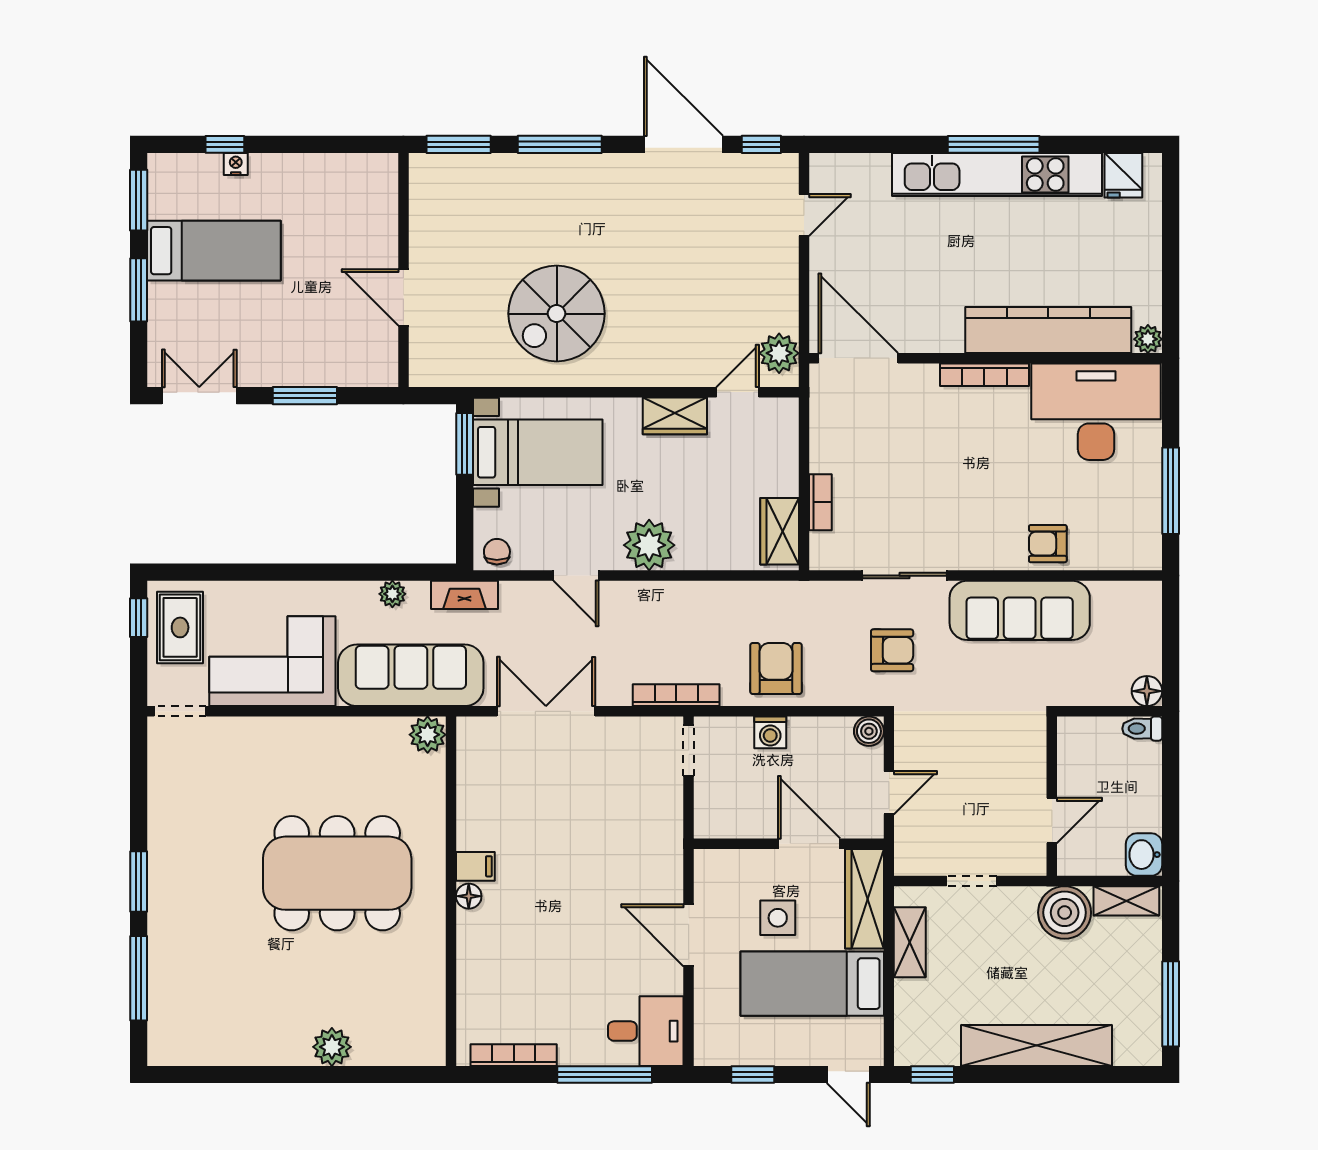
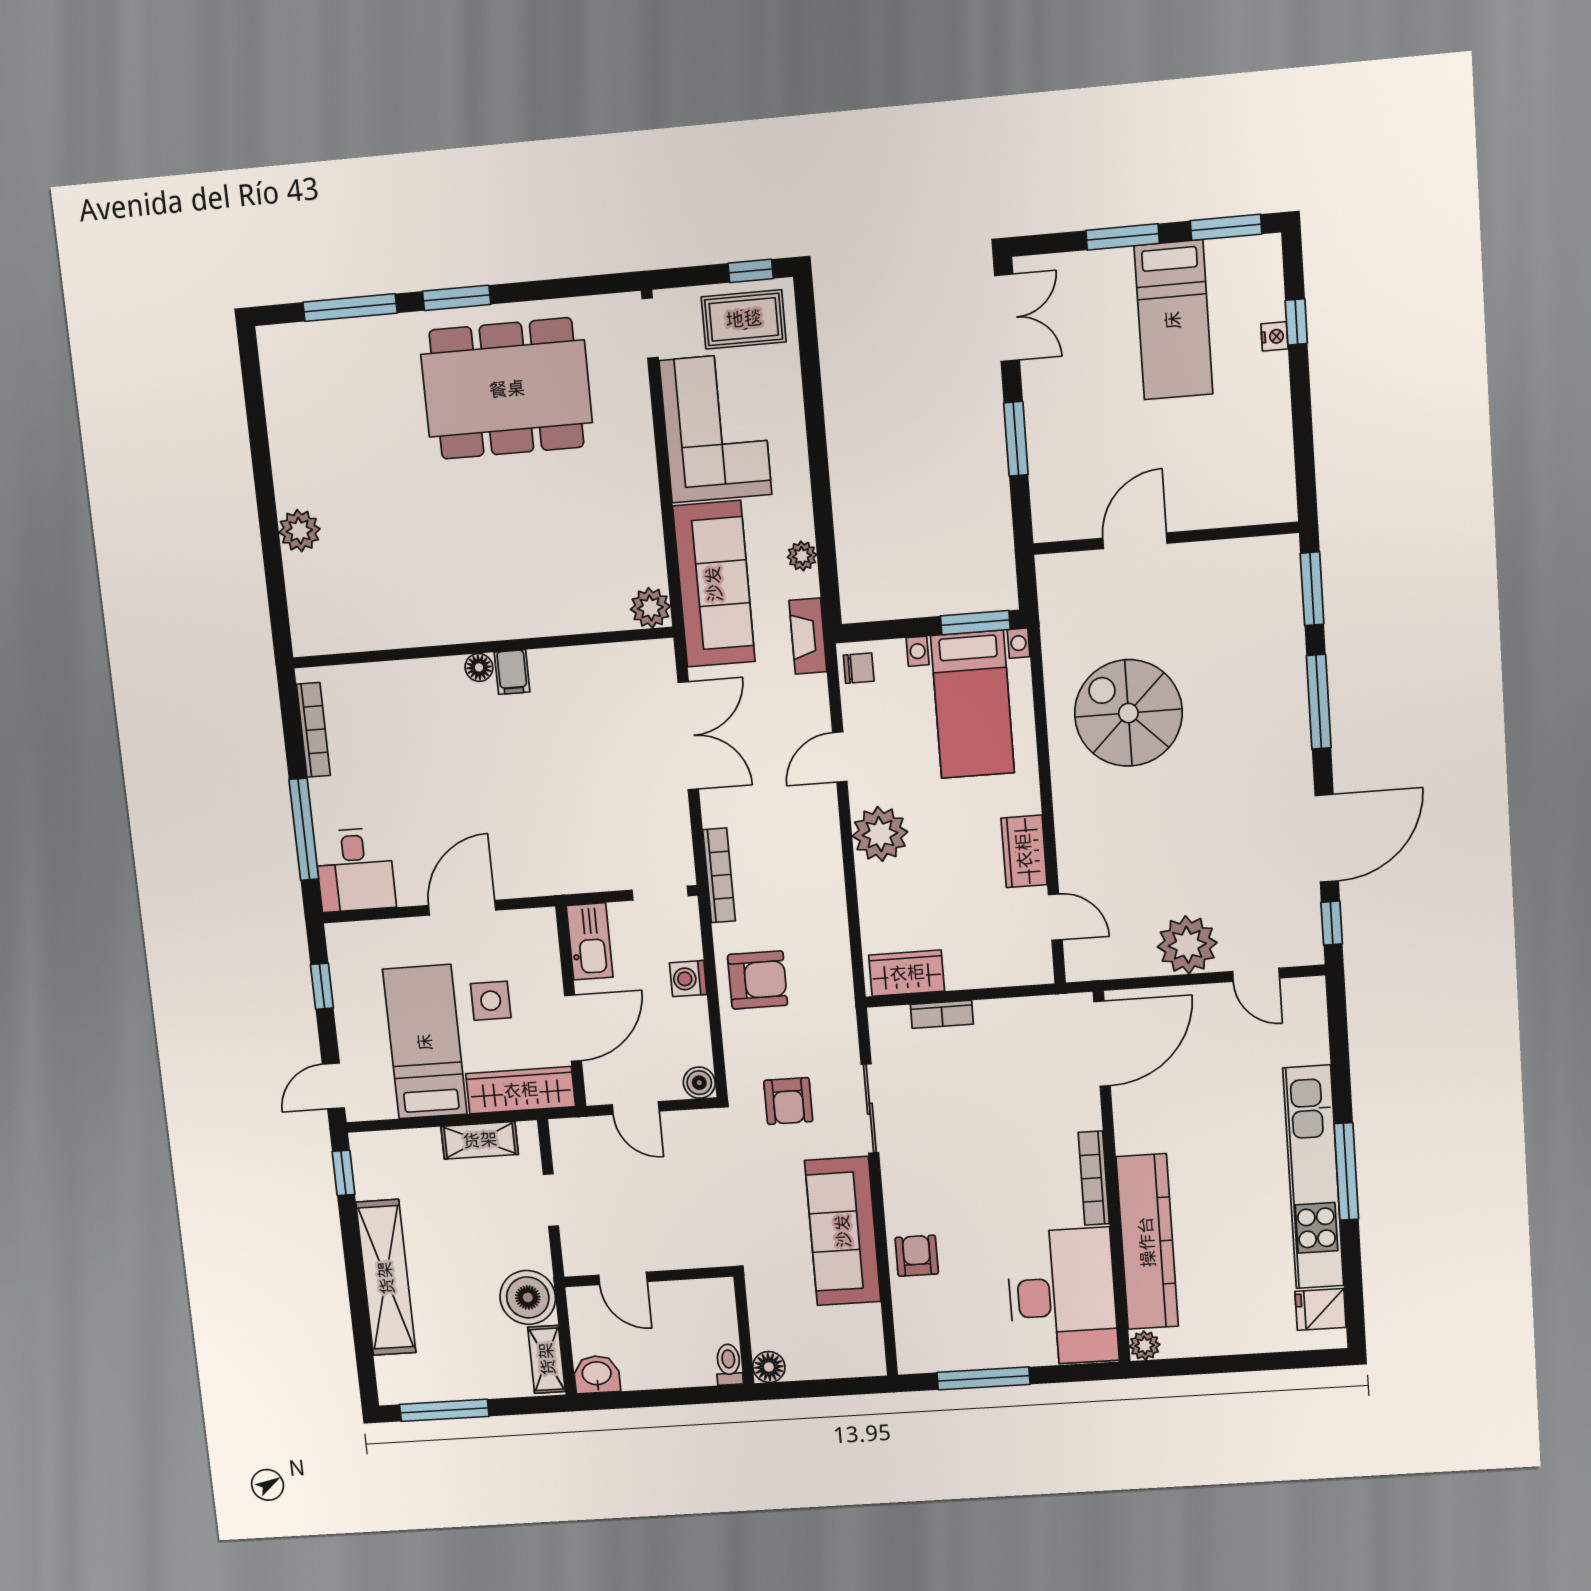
plant: (779, 353) -> (1187, 945), moved, width x1.36, depth x1.36
kitchen sink: (729, 820) -> (590, 941), added
dining table: (337, 873) -> (507, 389), moved, turned 90

